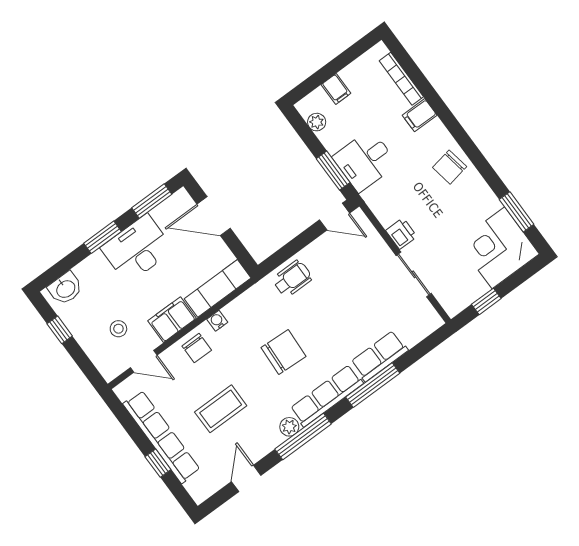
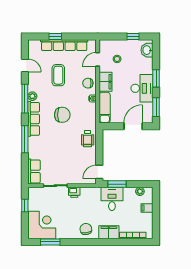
filing cabinet: (420, 115) -> (109, 232), width x2.00
chair: (283, 352) -> (62, 115), turned -93
row of seats: (379, 356) -> (34, 171), moved

